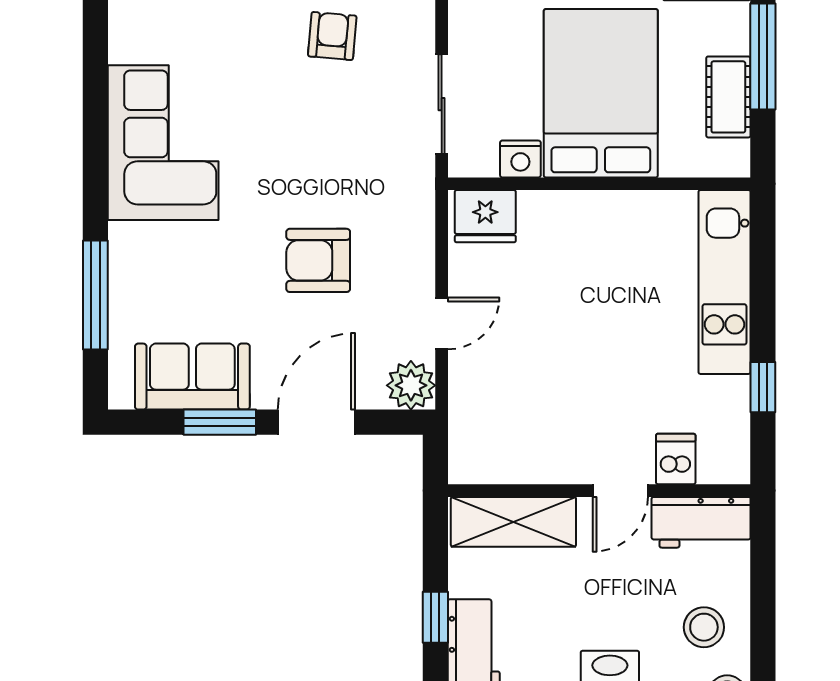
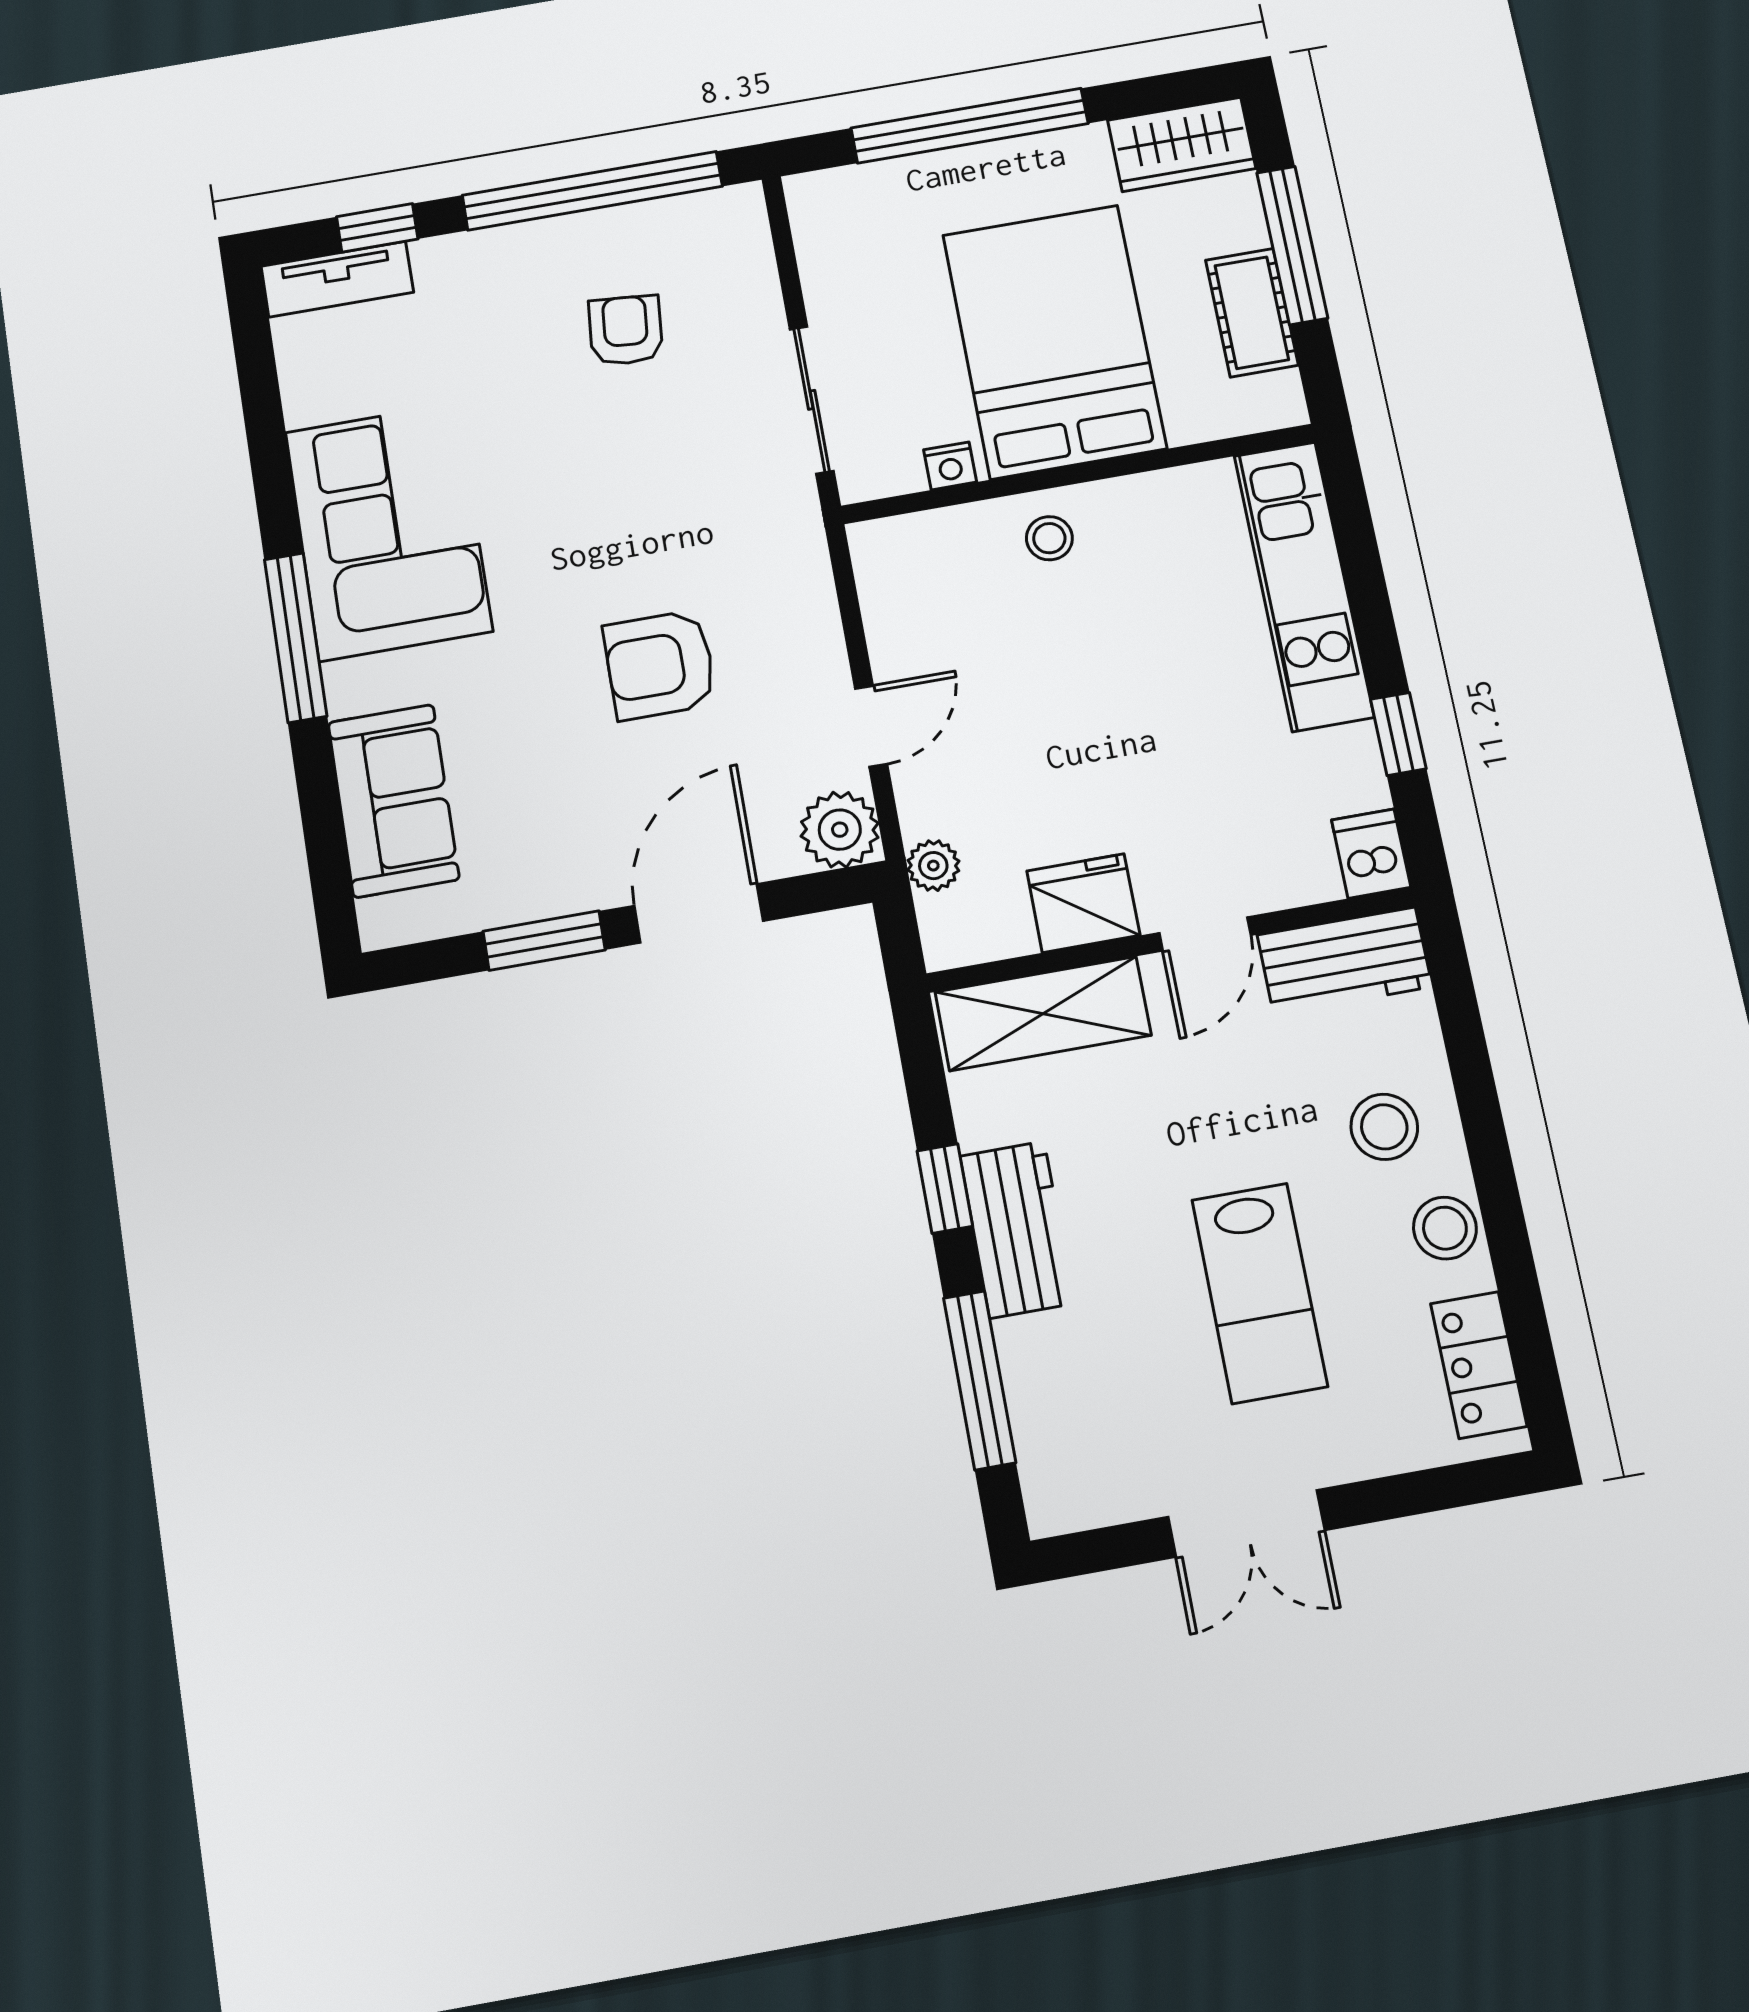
nightstand: (520, 159) -> (950, 466), width x0.72, depth x0.74
fridge: (485, 216) -> (1083, 903), moved, turned 180
stool: (573, 222) -> (1049, 538), added
window: (95, 295) -> (296, 638), moved
sofa: (192, 377) -> (393, 801), moved, turned 90
plant: (464, 418) -> (933, 866), added
dishwasher: (676, 459) -> (1371, 854), moved

